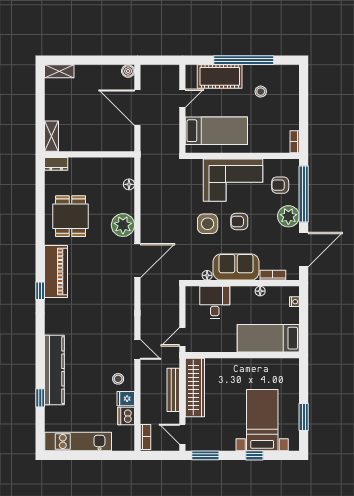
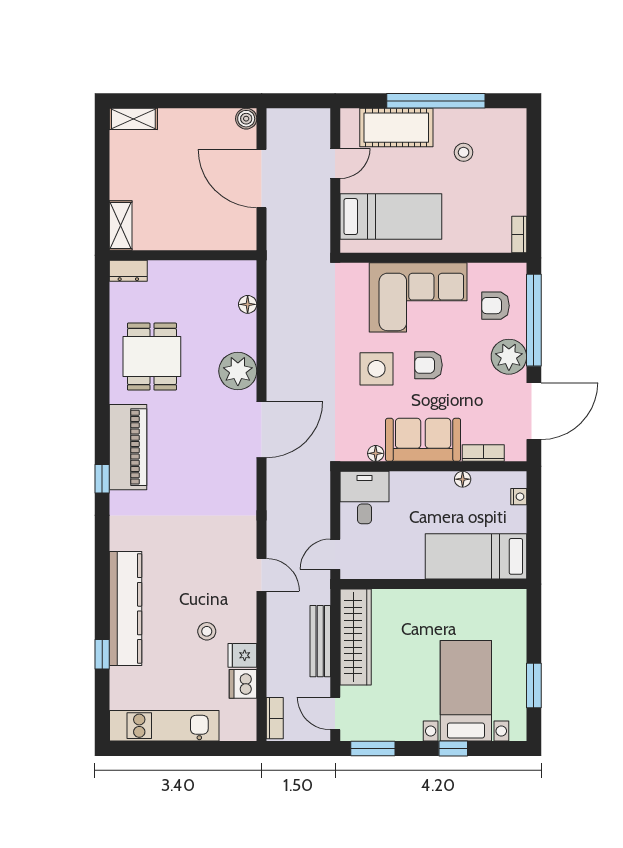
desk: (215, 302) -> (365, 498), moved
stool: (118, 379) -> (207, 631), moved

